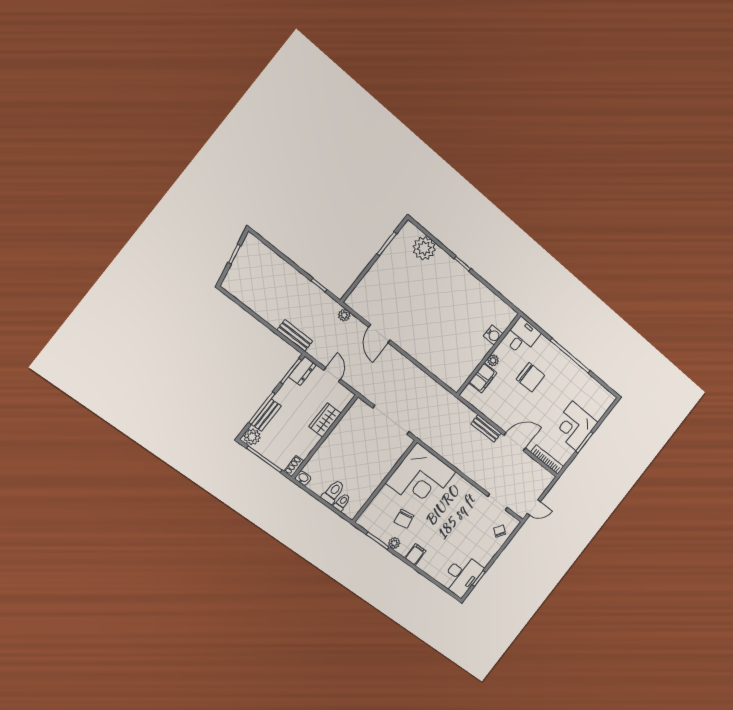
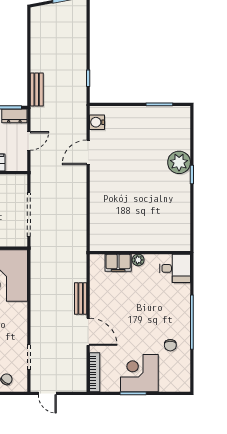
plant: (424, 248) -> (179, 162), moved
plant: (344, 315) -> (81, 115), removed
water cooler: (493, 335) -> (97, 122), moved, turned 90
chair: (530, 377) -> (170, 345), moved, width x0.54, depth x0.54

